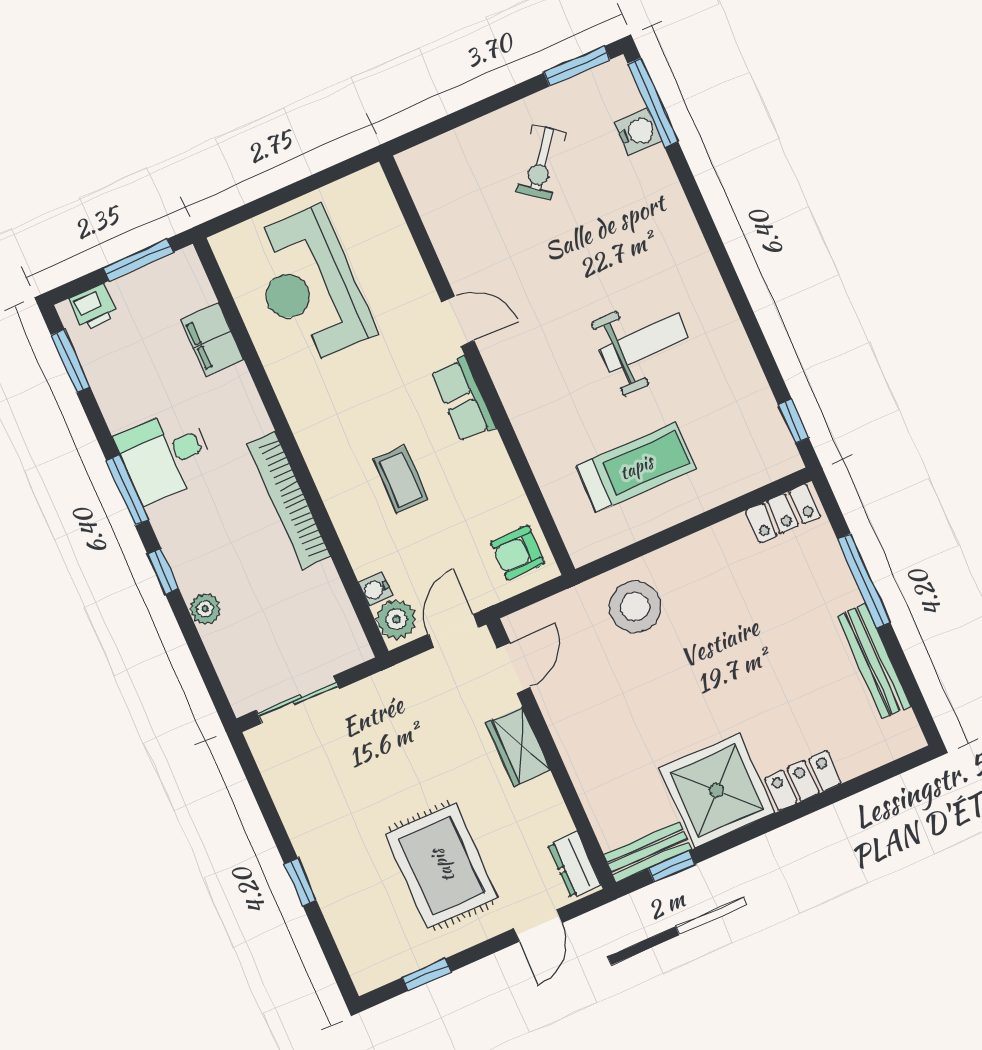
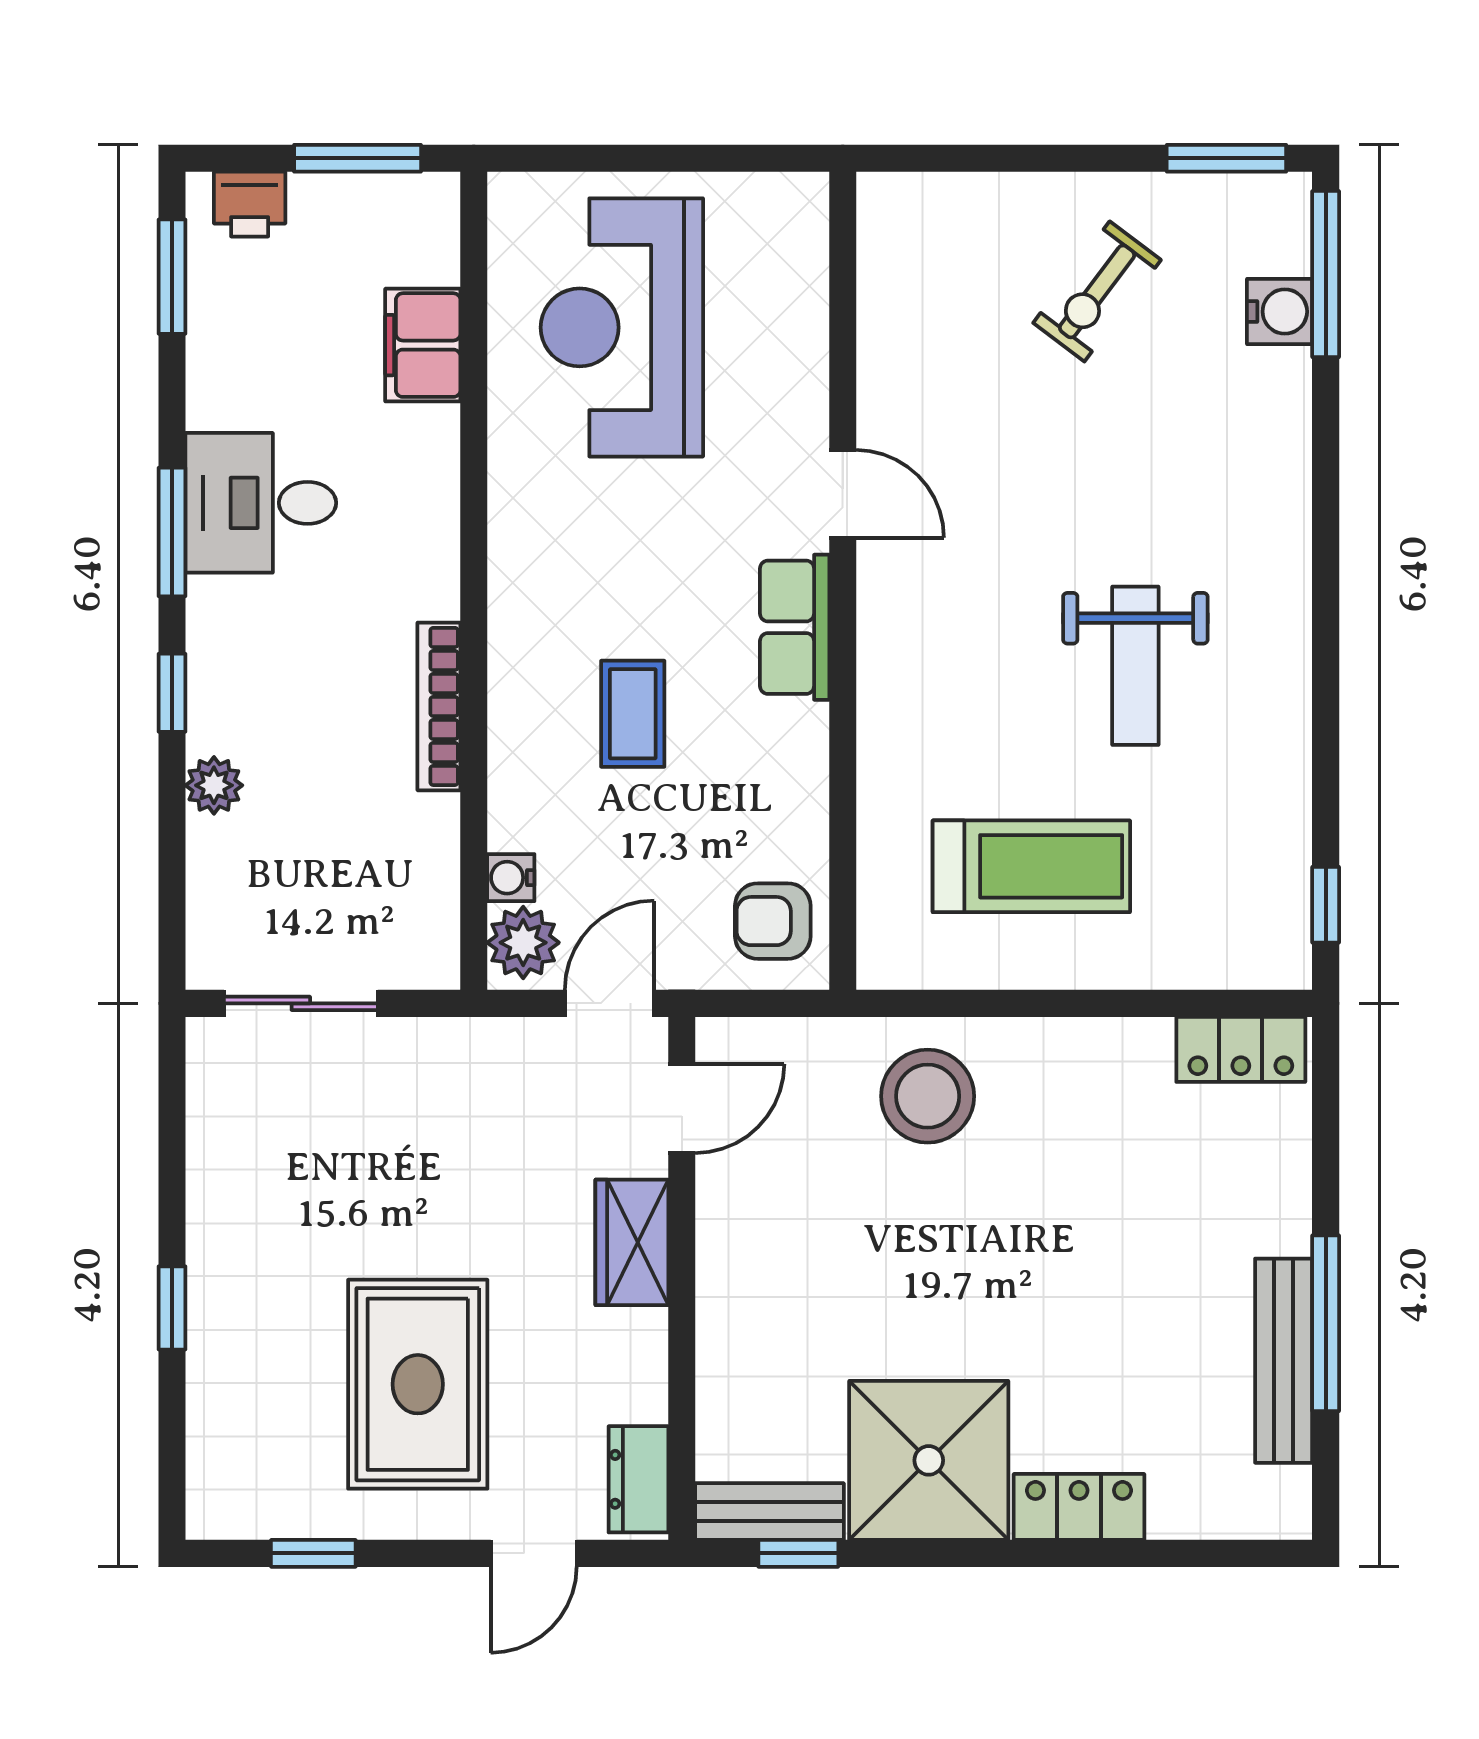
weight bench: (644, 343) -> (1135, 666), turned 90
bookcase: (289, 500) -> (439, 706), width x0.68, depth x0.76
window: (864, 581) -> (1326, 1323), moved

